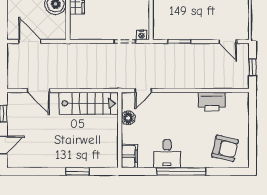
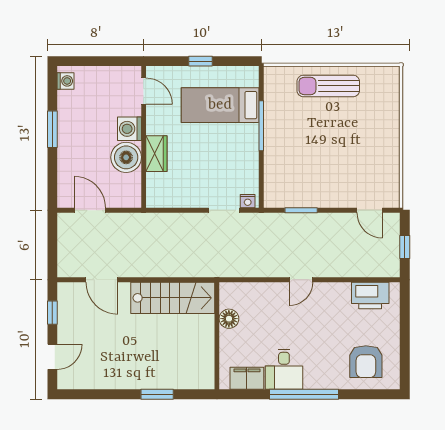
door: (143, 91) -> (301, 280), moved
printer: (212, 102) -> (370, 296), moved
armchair: (225, 148) -> (366, 362), turned 77
filing cabinet: (129, 156) -> (247, 378), moved, turned -90

